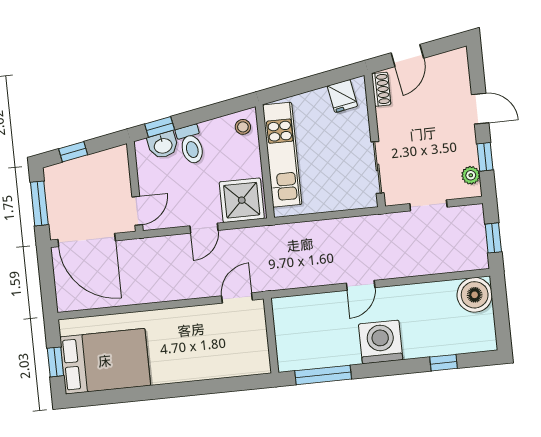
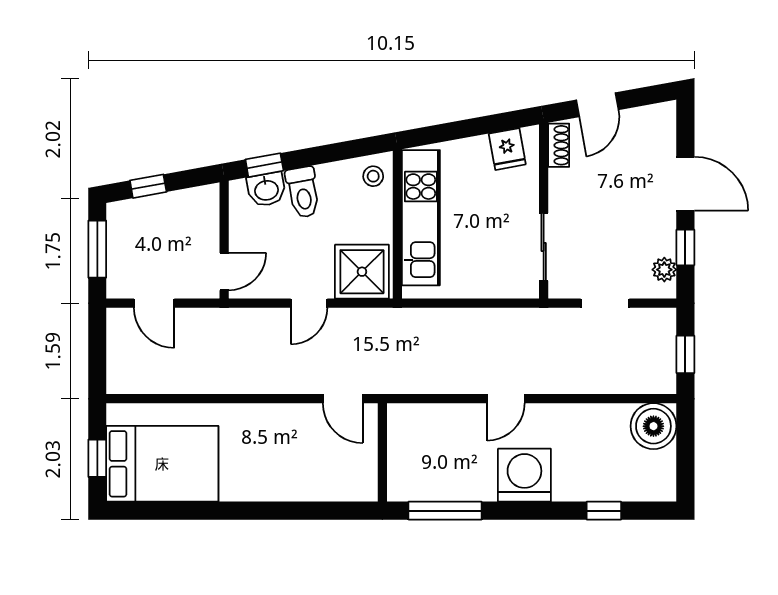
door: (480, 109) -> (685, 184), width x1.38
door: (87, 240) -> (154, 303), width x0.53
door: (237, 298) -> (343, 399), swing flipped

